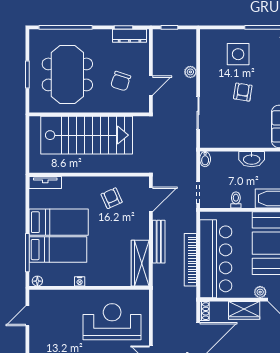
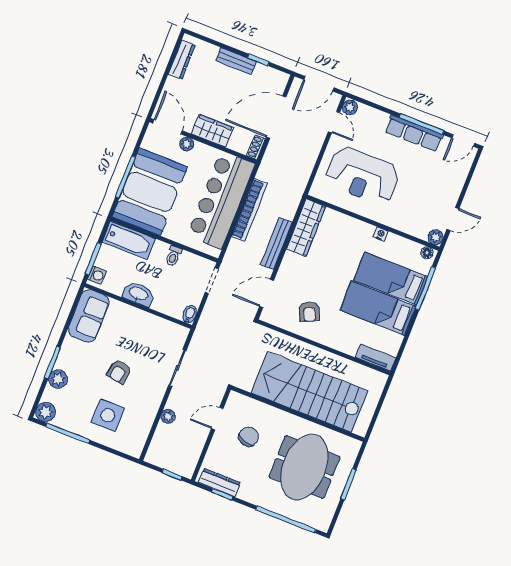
plant: (35, 296) -> (436, 237), added

